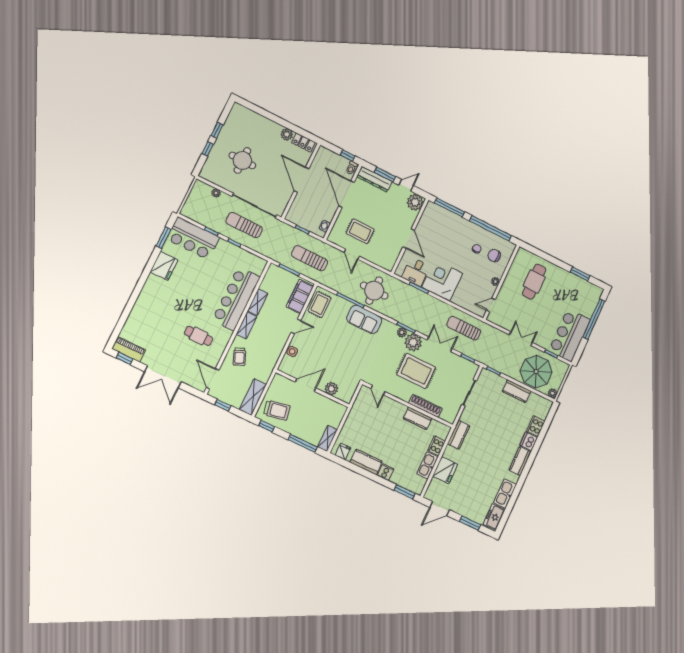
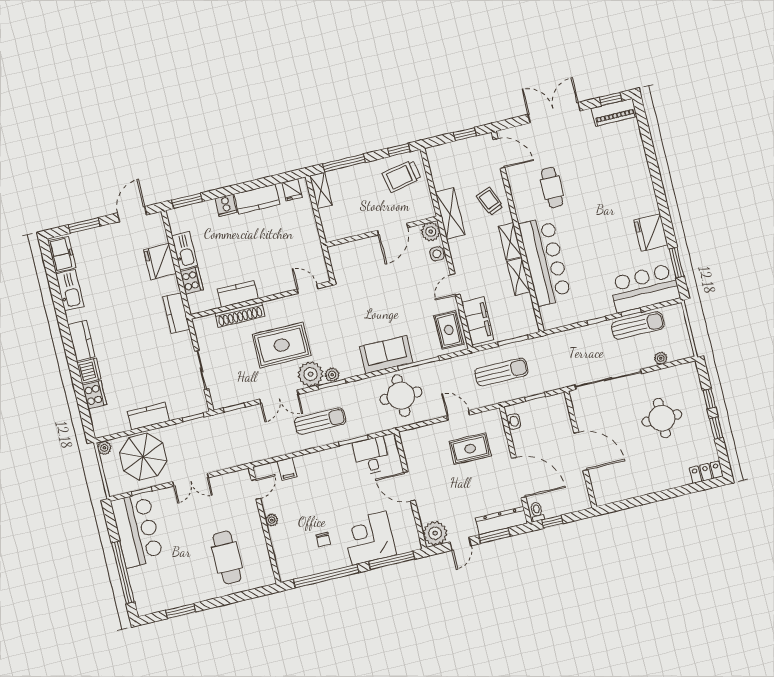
plant: (287, 134) -> (638, 488), removed
locker: (303, 143) -> (706, 472), moved
sun lounger: (244, 225) -> (638, 326), moved
chair: (494, 255) -> (297, 549), removed
corner desk: (442, 280) -> (369, 538), moved, turned 180
filing cabinet: (466, 302) -> (287, 469), added
sun lounger: (464, 328) -> (320, 421), moved
cafe table: (199, 336) -> (552, 188), turned 90
plant: (331, 389) -> (431, 232), moved
shelving: (253, 397) -> (450, 214), moved

